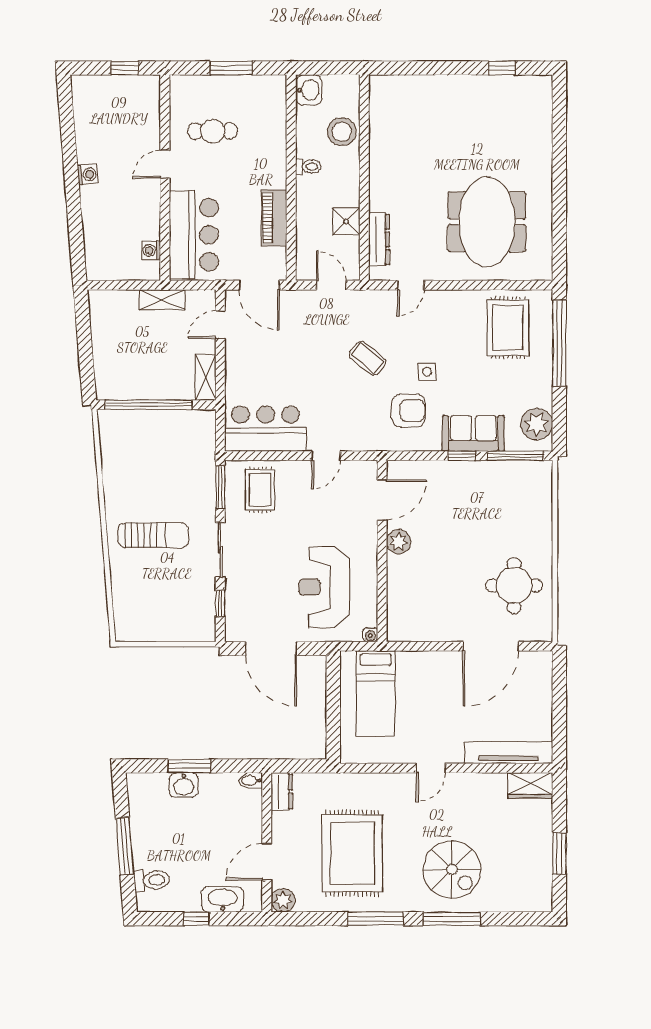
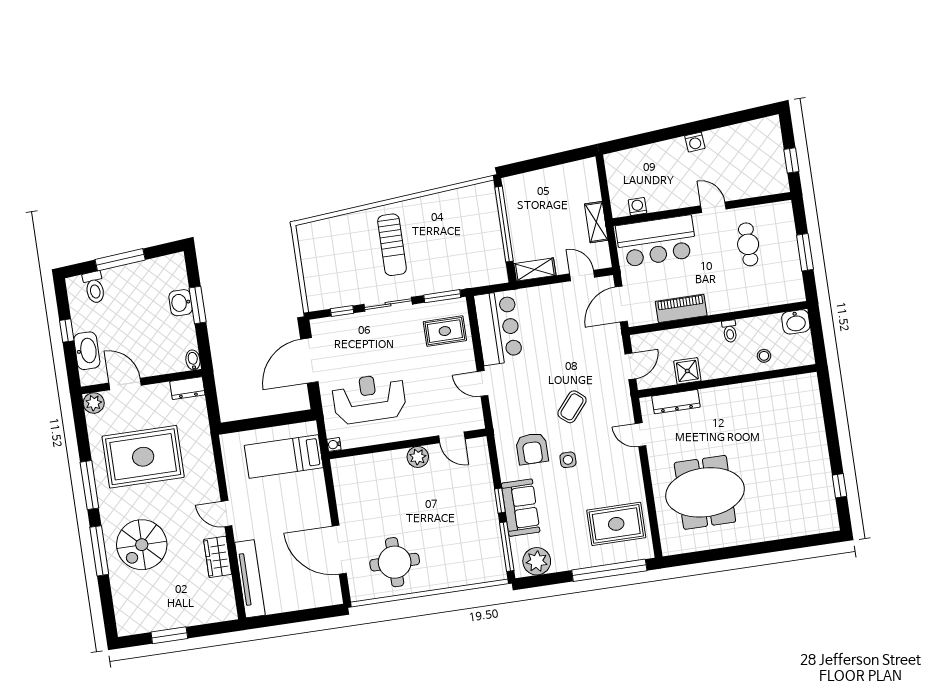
stool: (342, 132) -> (764, 356), width x0.53, depth x0.53
door: (382, 500) -> (452, 437), width x0.73
wardrobe: (530, 786) -> (218, 557), moved

